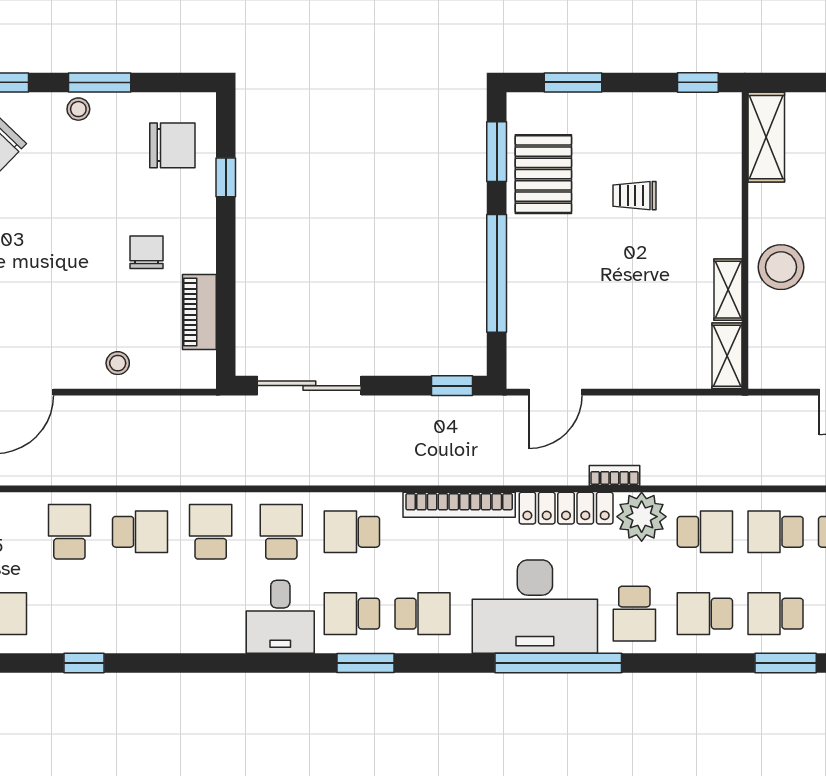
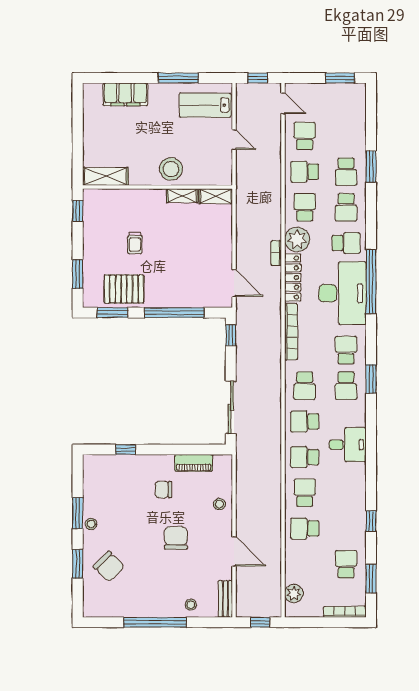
chair: (172, 145) -> (176, 538), moved
school desk: (776, 532) -> (305, 172), turned 90
desk: (280, 617) -> (348, 445), moved

